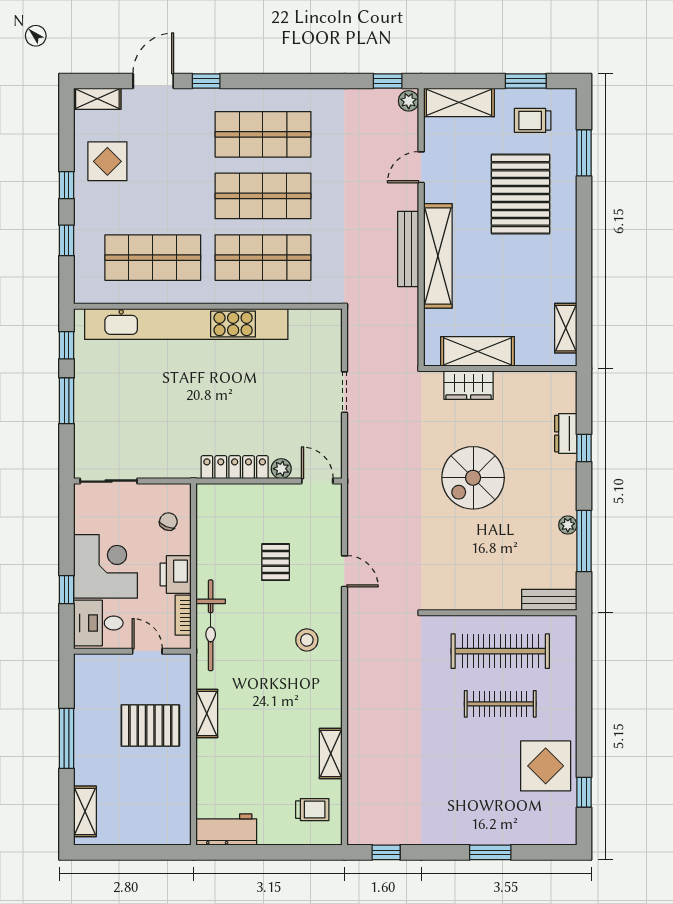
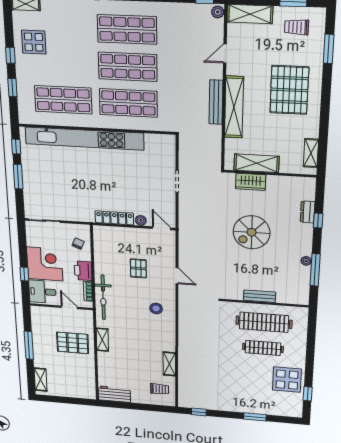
pallet: (520, 194) -> (289, 90), moved
bench: (549, 600) -> (260, 296), moved

